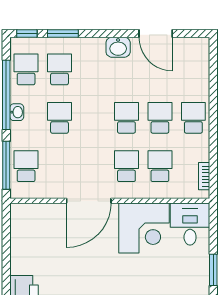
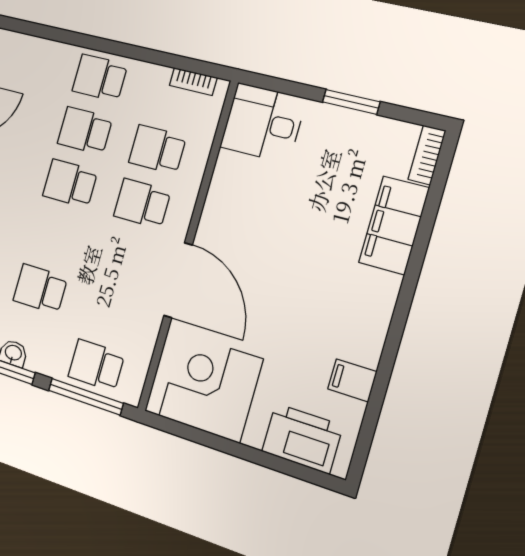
corner desk: (144, 228) -> (211, 388), moved, turned -90

